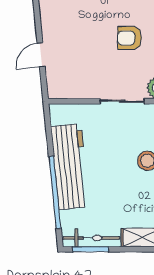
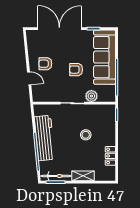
armchair: (72, 27) -> (45, 64), added
door: (41, 55) -> (29, 78), swing flipped

